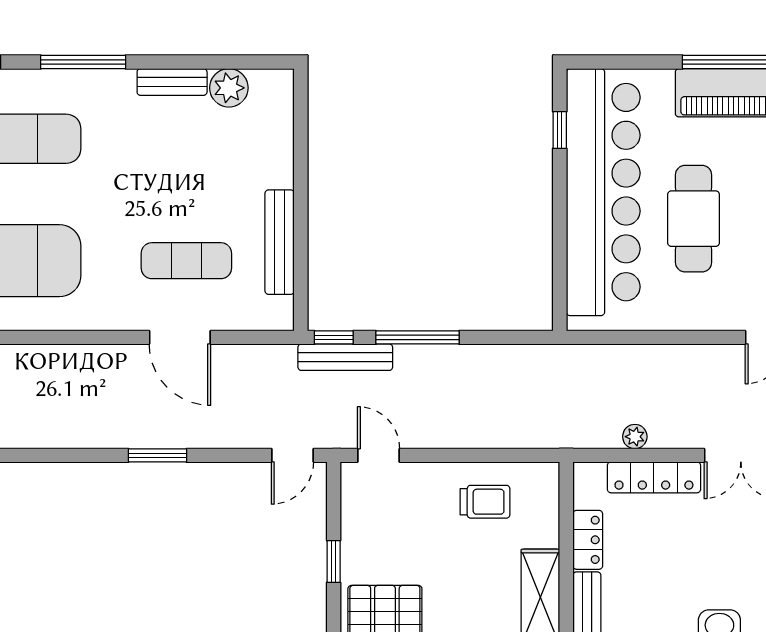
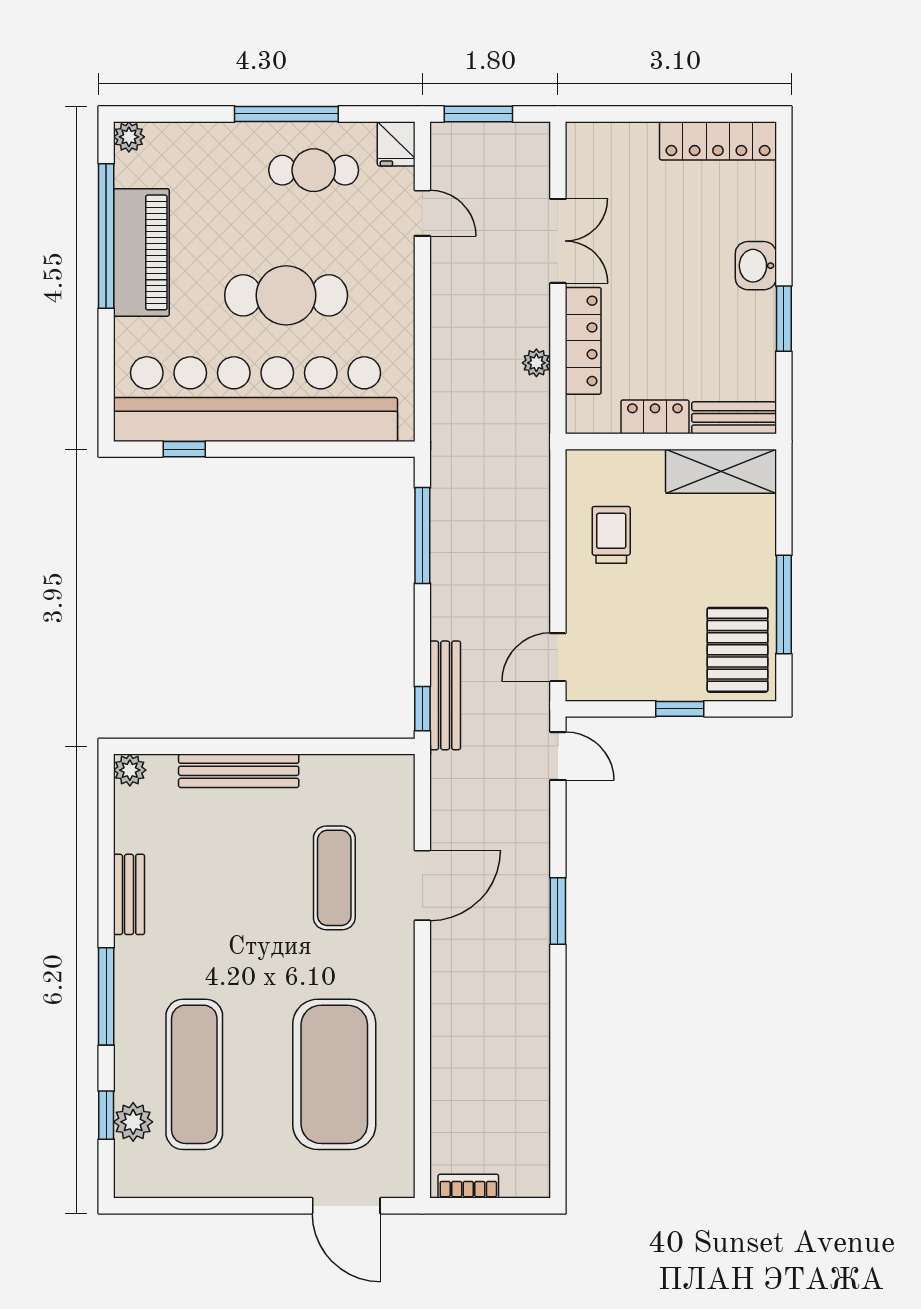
plant: (229, 88) -> (130, 770), moved, width x0.73, depth x0.73
bench: (280, 242) -> (239, 771), moved
window: (417, 337) -> (422, 536), moved

